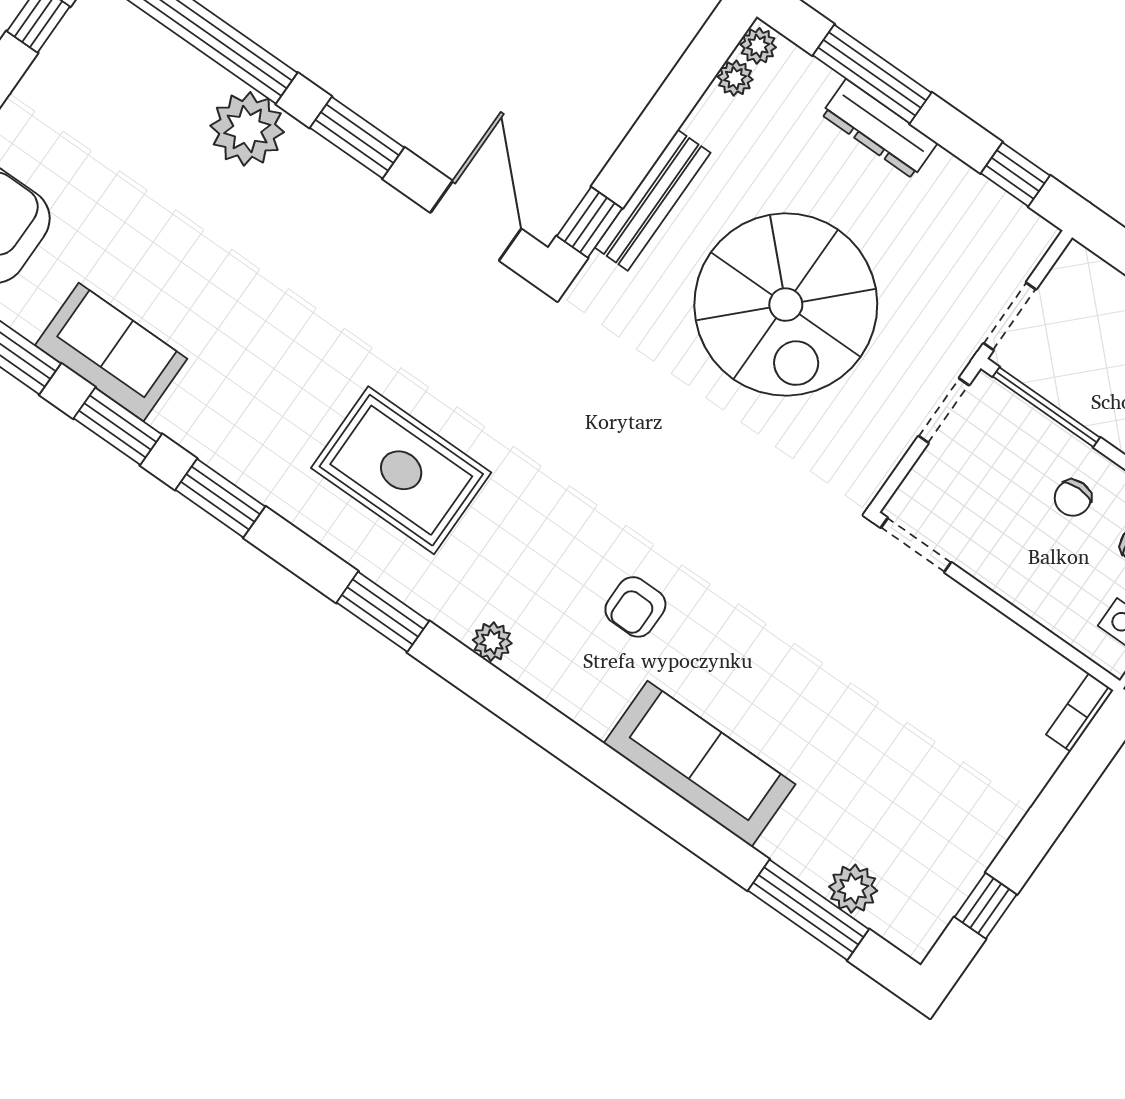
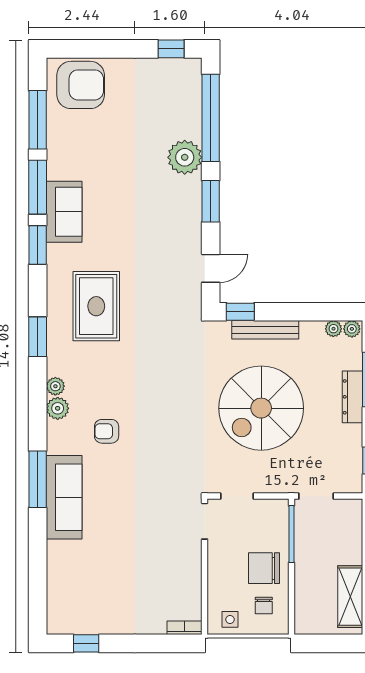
door: (476, 221) -> (211, 268), width x0.73
sofa: (111, 352) -> (64, 212), moved
doorway: (944, 411) -> (237, 496), moved
window: (118, 426) -> (38, 187), width x1.44
chair: (1073, 498) -> (264, 568), width x1.87, depth x1.87
plant: (853, 889) -> (58, 408), moved
window: (808, 910) -> (38, 479), moved

